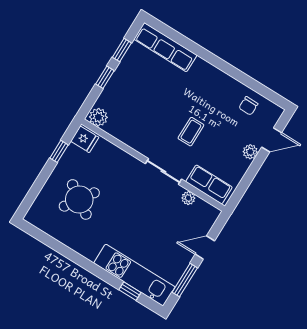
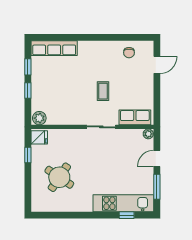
plant: (250, 152) -> (148, 81), removed
plant: (188, 198) -> (148, 134), moved

